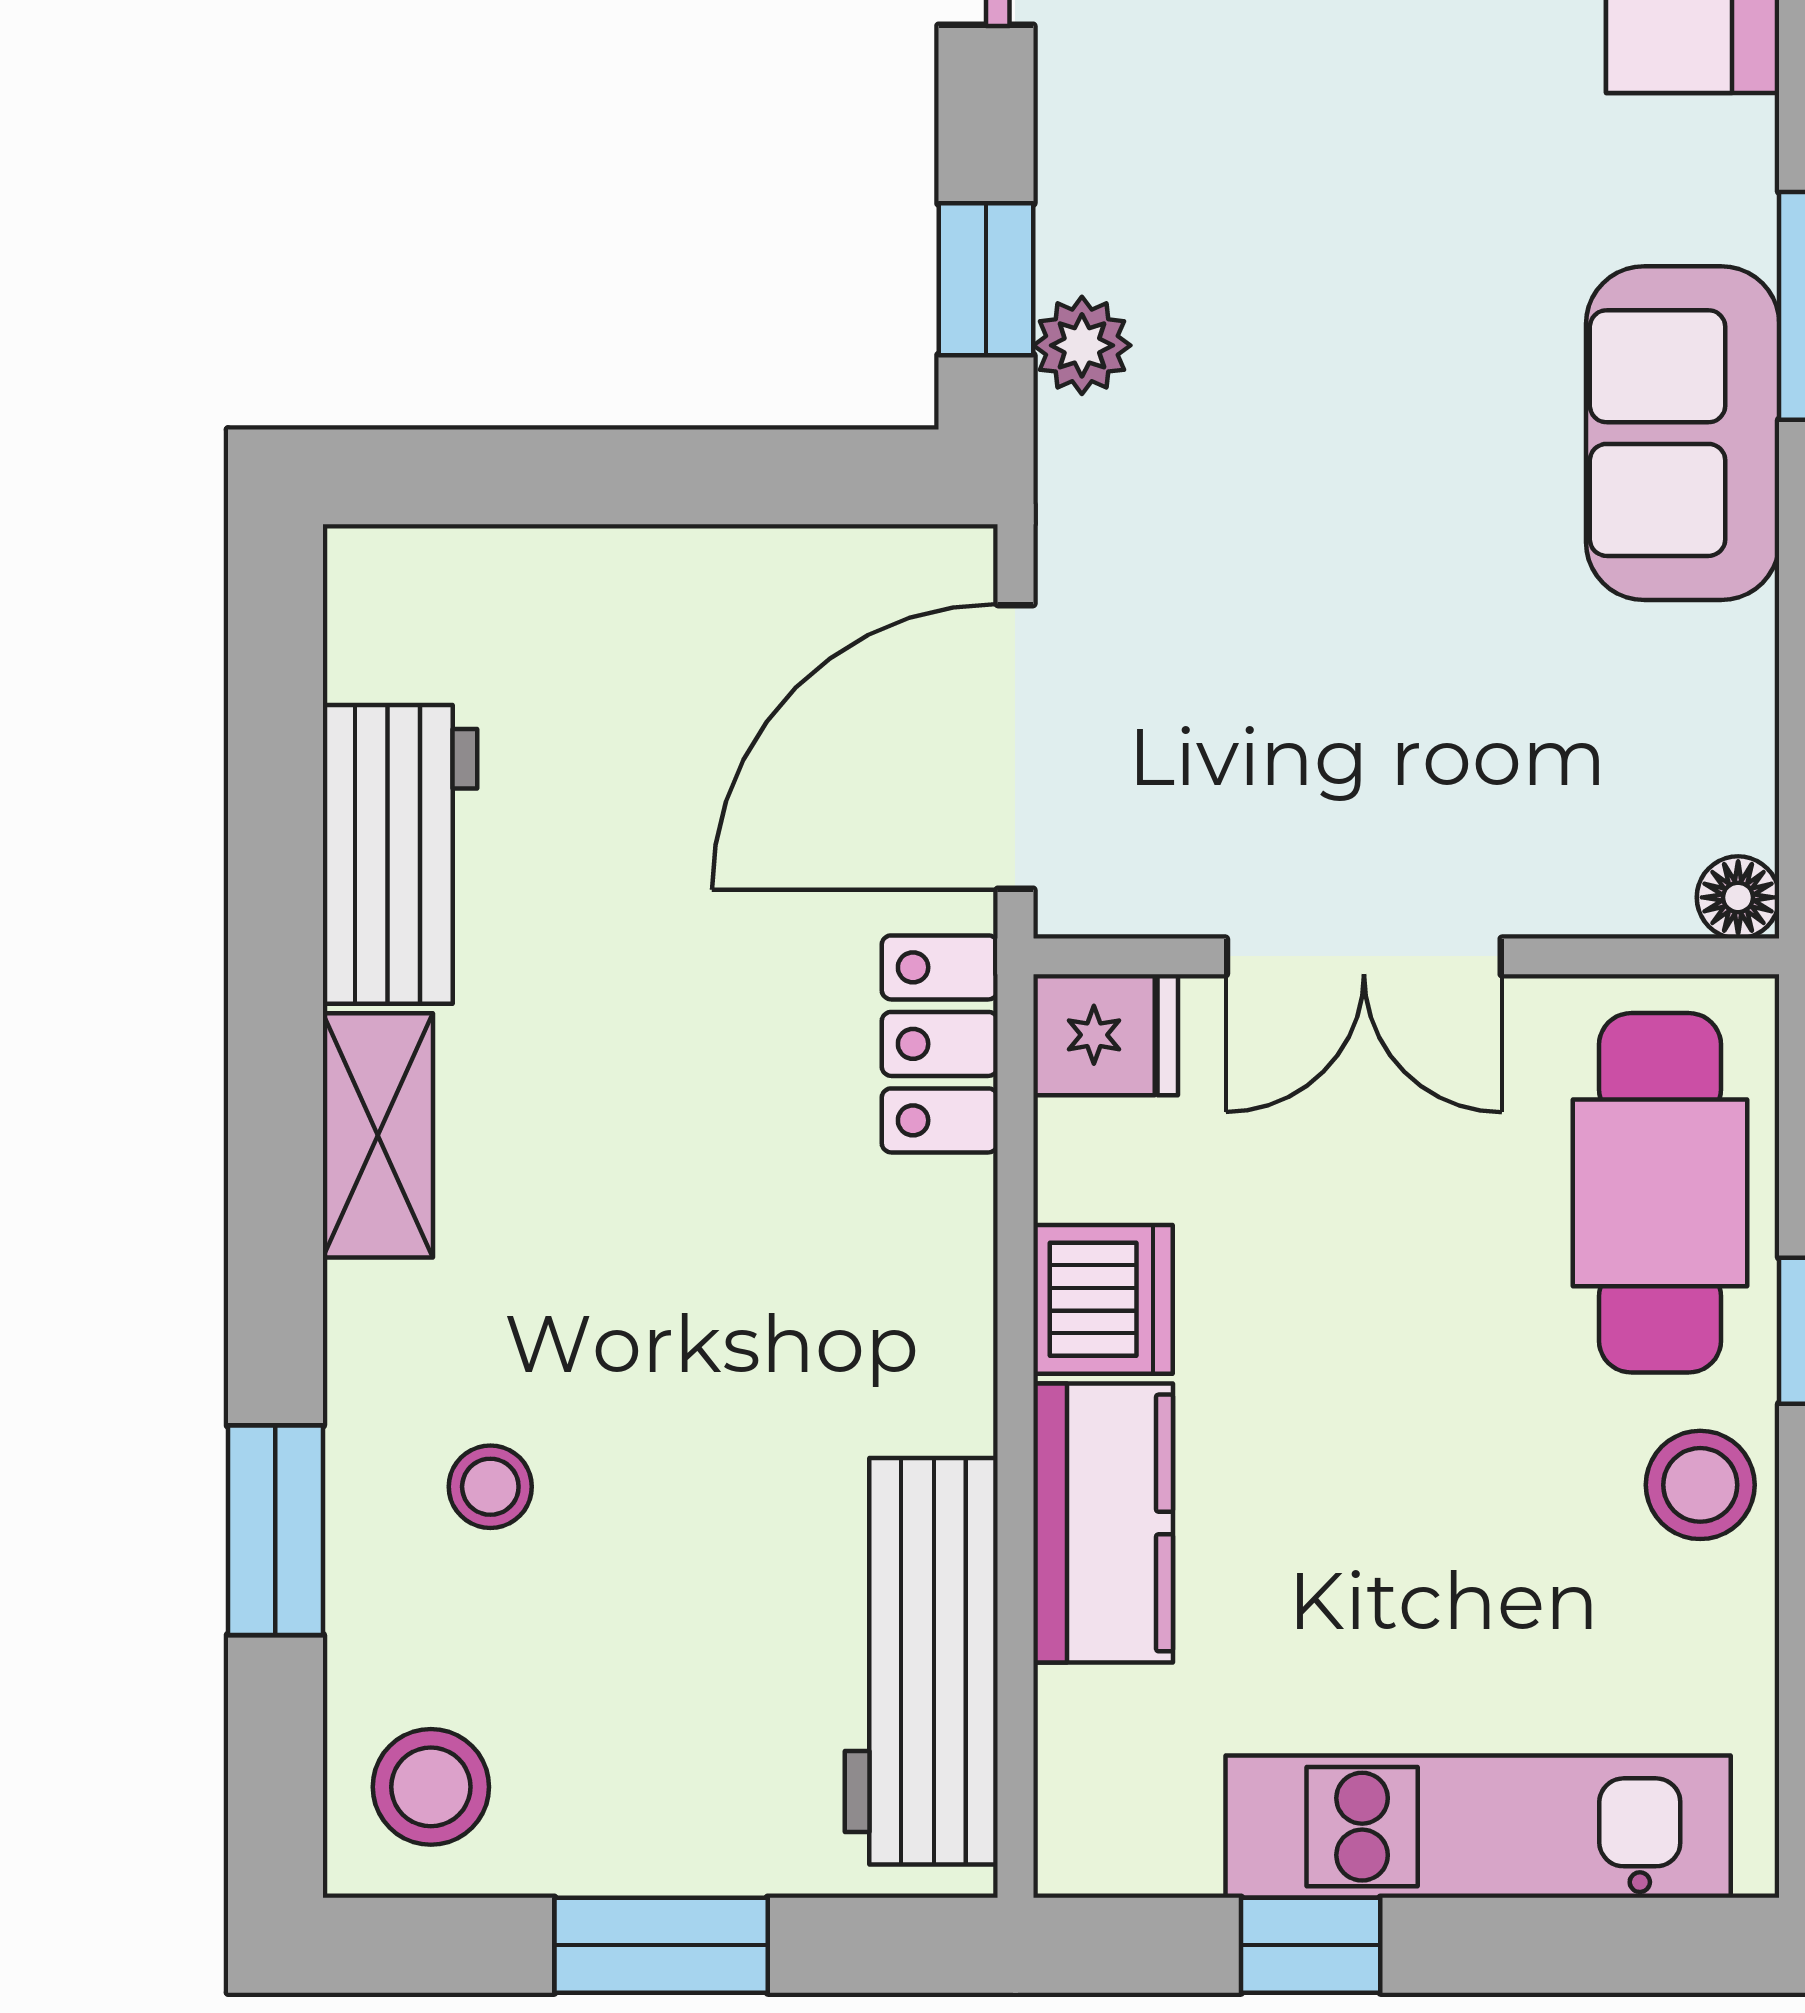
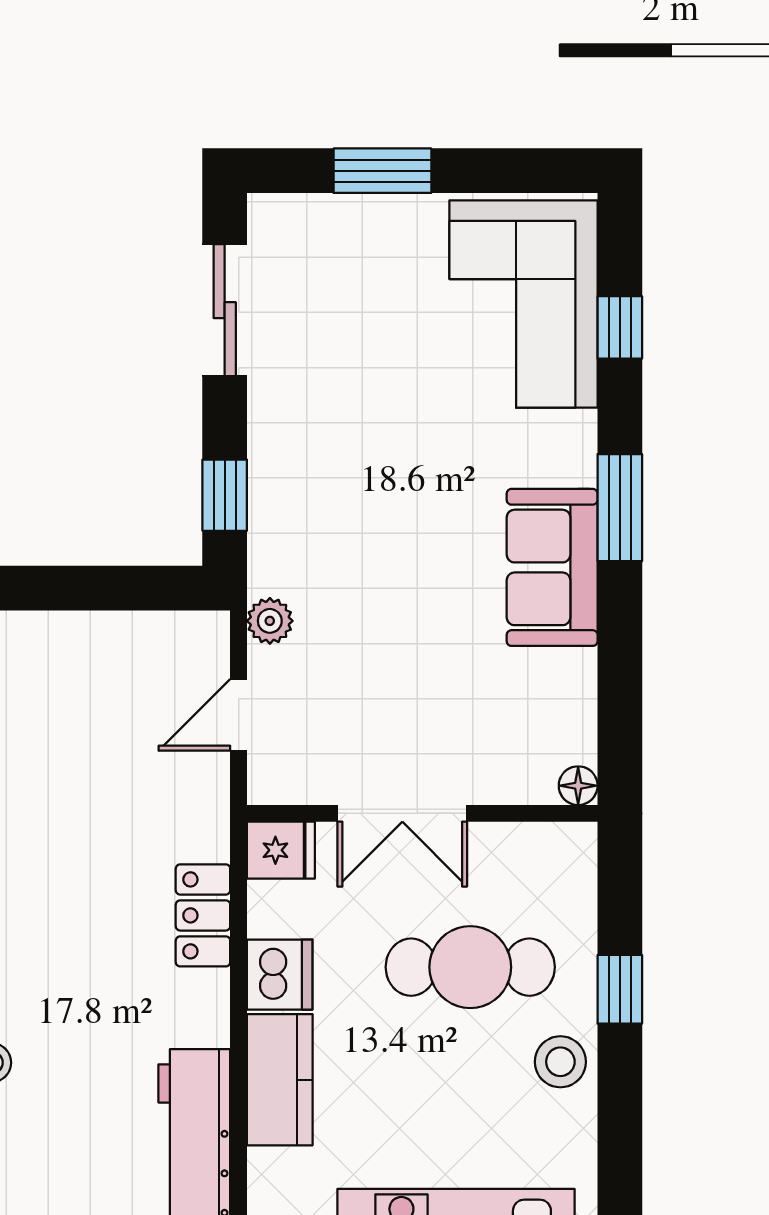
plant: (1082, 345) -> (270, 621), moved
door: (1015, 747) -> (239, 715), width x0.53
locker: (940, 1044) -> (203, 915), moved
cafe table: (1660, 1193) -> (470, 967), moved, turned 90

